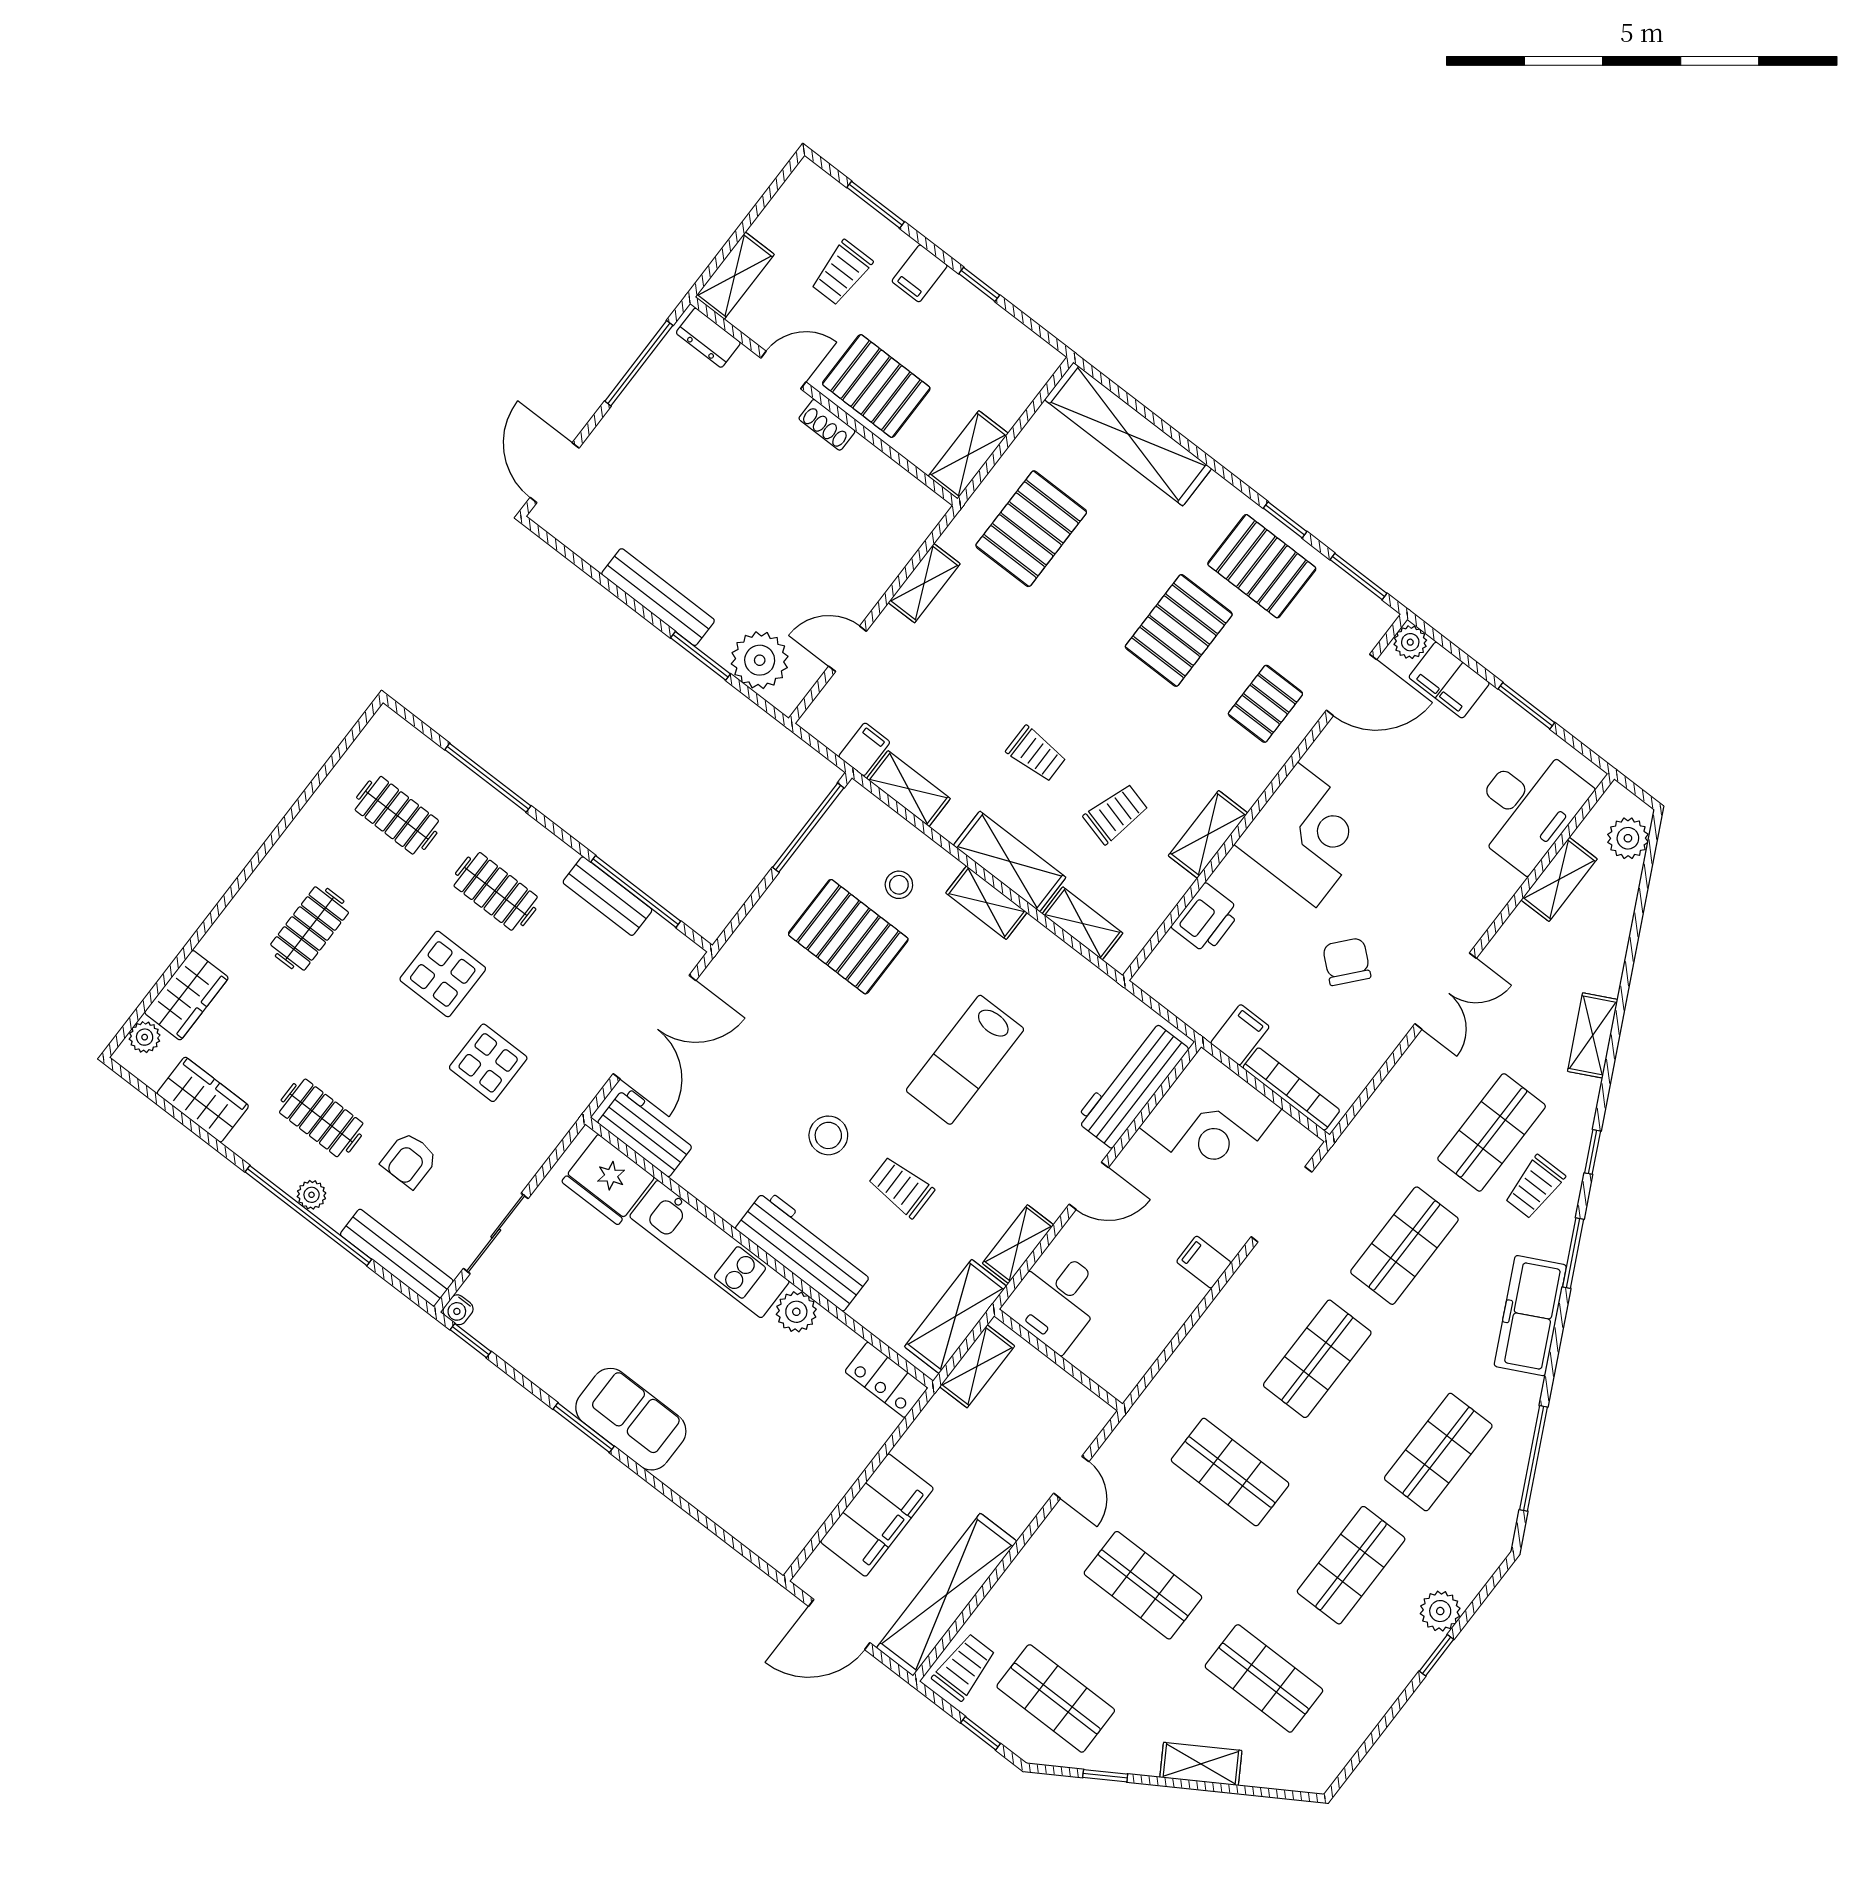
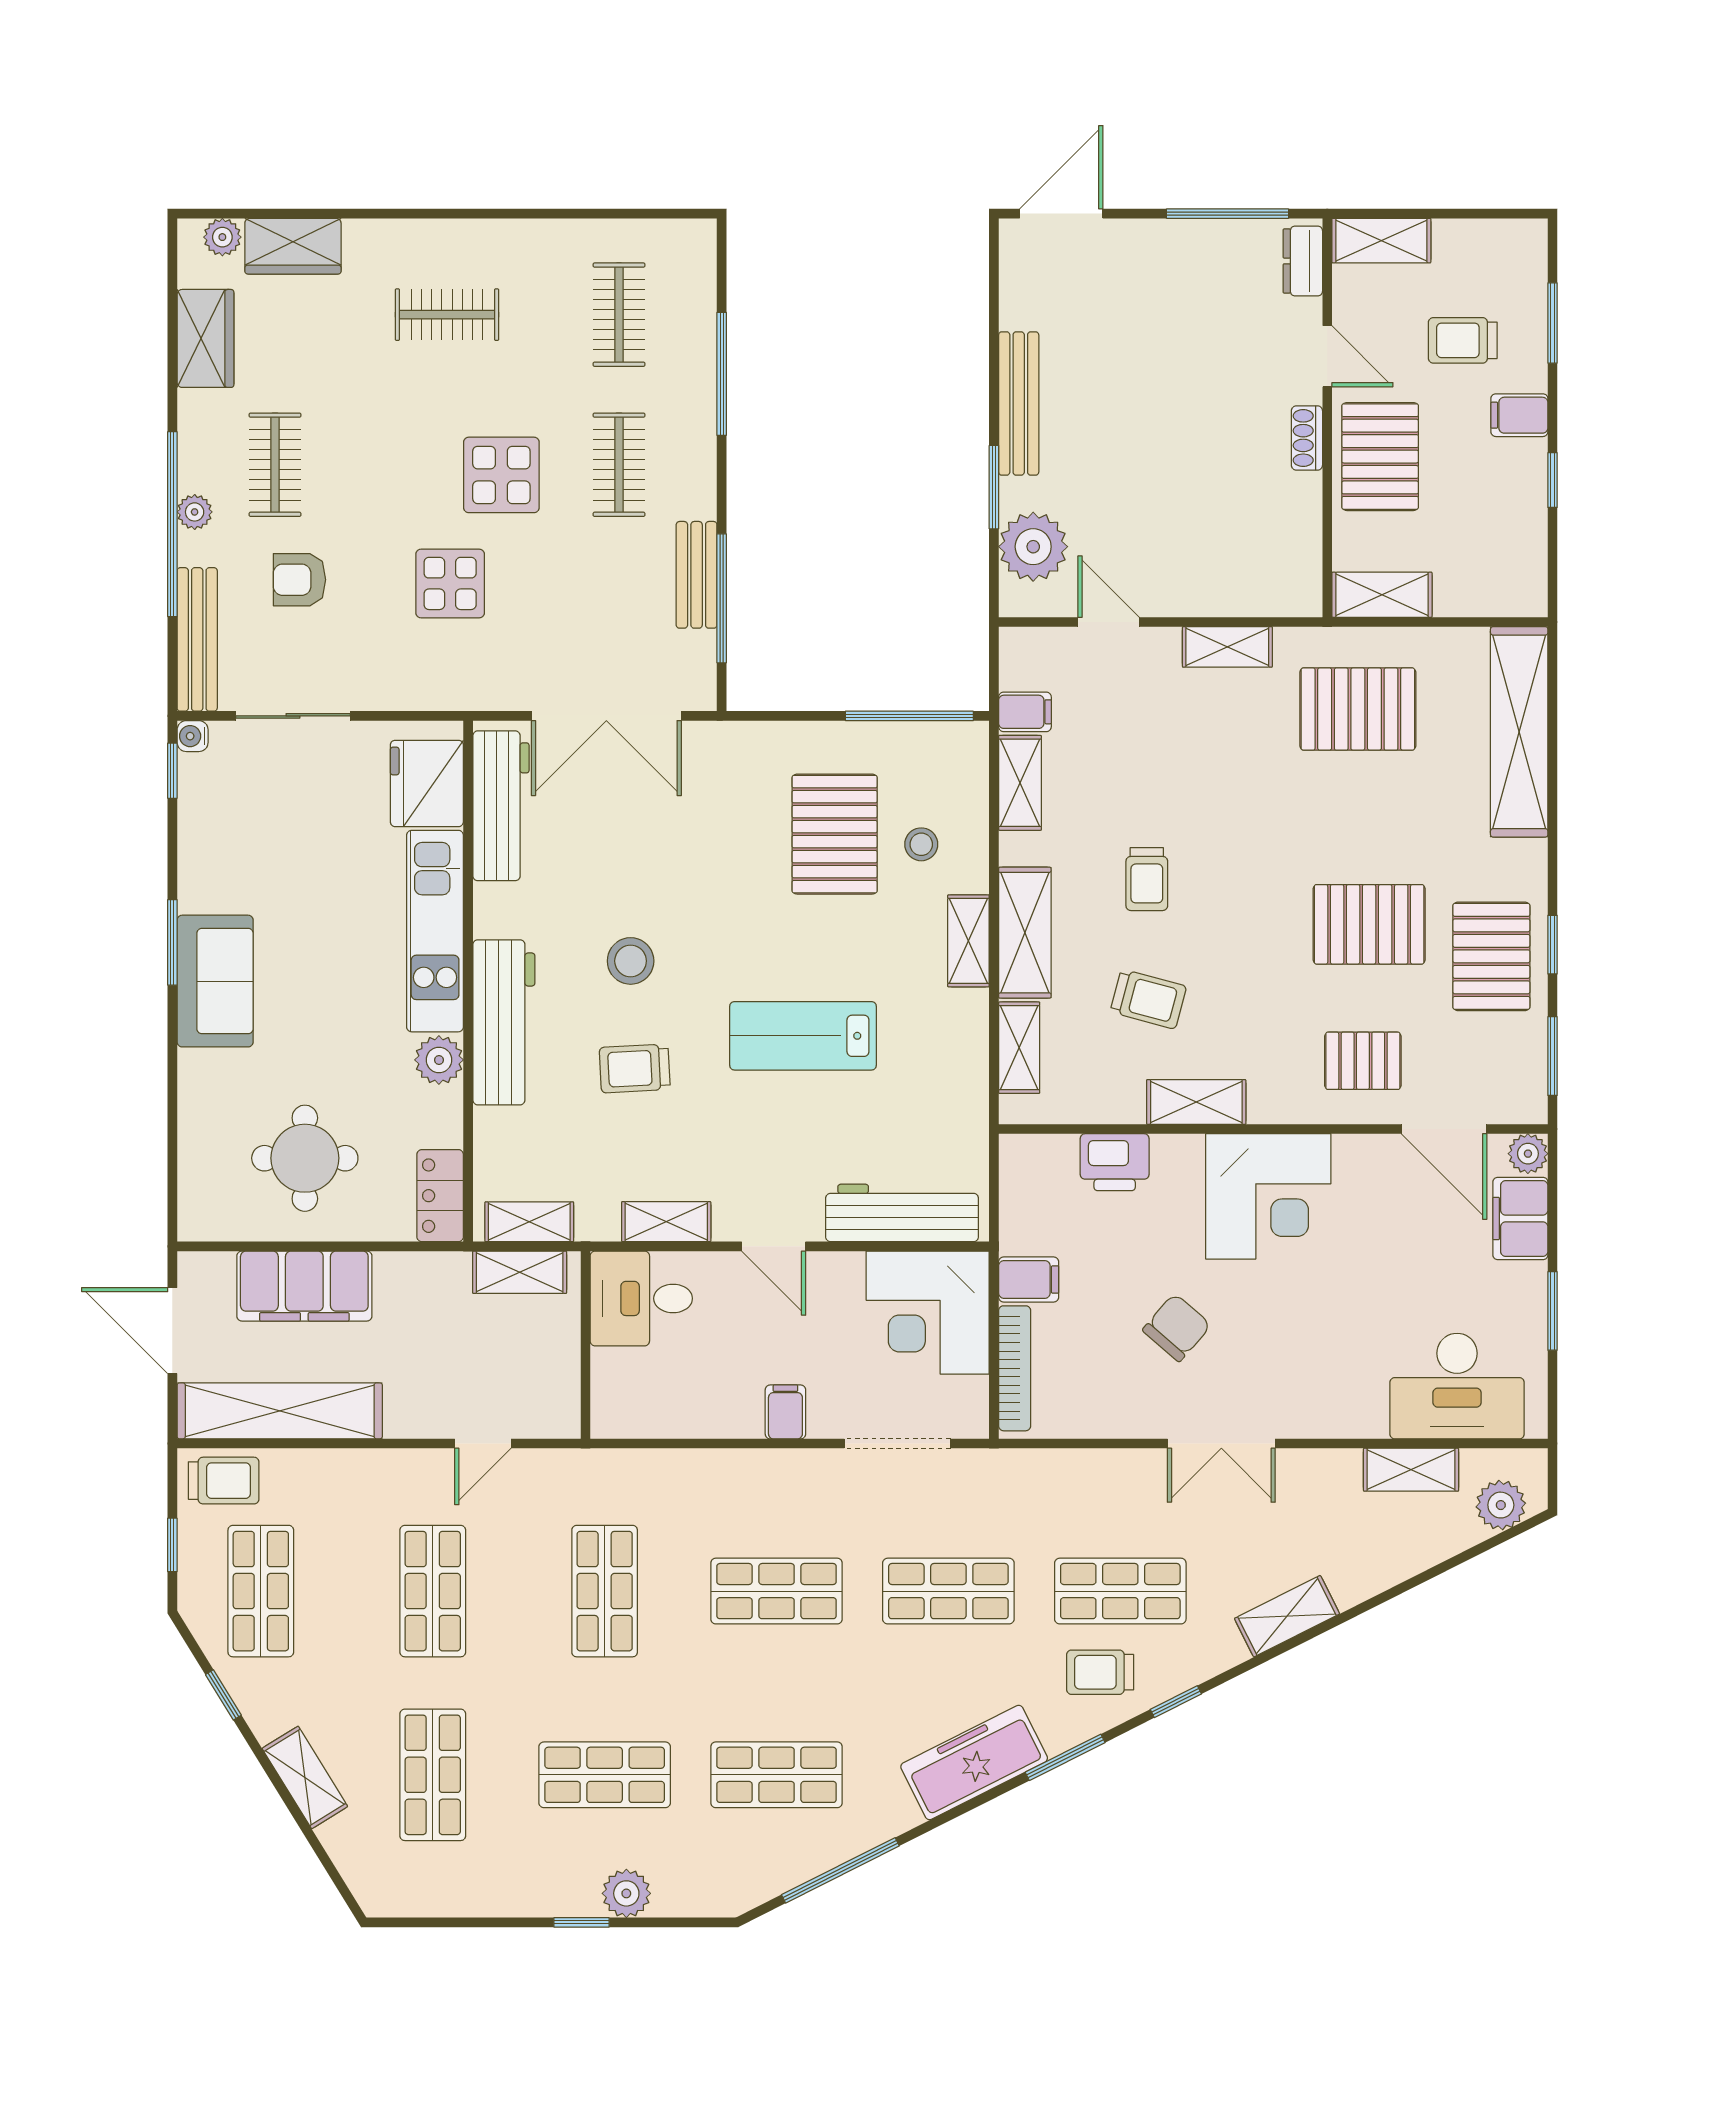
workbench: (647, 1132) -> (501, 806), width x1.38
trolley: (901, 1187) -> (635, 1068), turned -93
shelving: (955, 1316) -> (529, 1222), width x0.67, depth x0.75
round table: (793, 1450) -> (305, 1158), added

